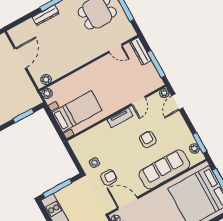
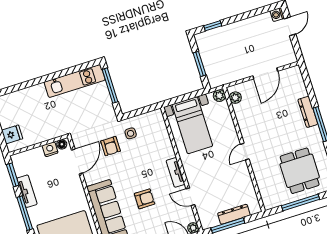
door: (115, 48) -> (245, 152), moved
dresser: (140, 51) -> (234, 214), moved
door: (20, 58) -> (265, 73), hinge flipped

